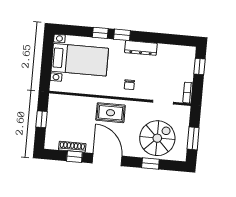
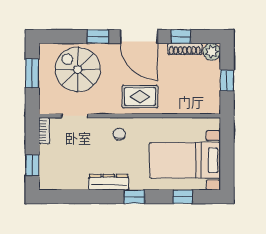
window: (100, 33) -> (183, 197), moved
spiral stairs: (157, 138) -> (78, 69), turned 90
plant: (51, 143) -> (212, 52), added
window: (150, 163) -> (98, 37), moved

